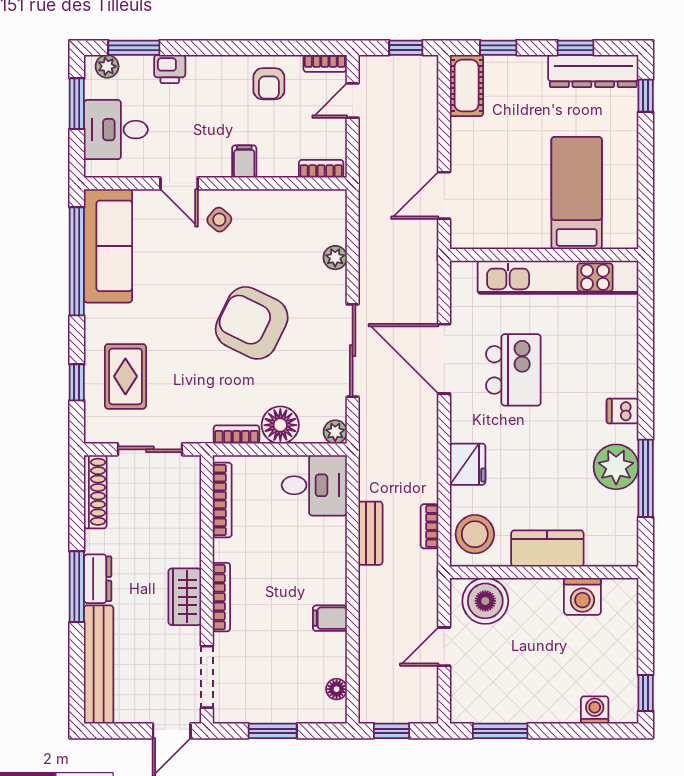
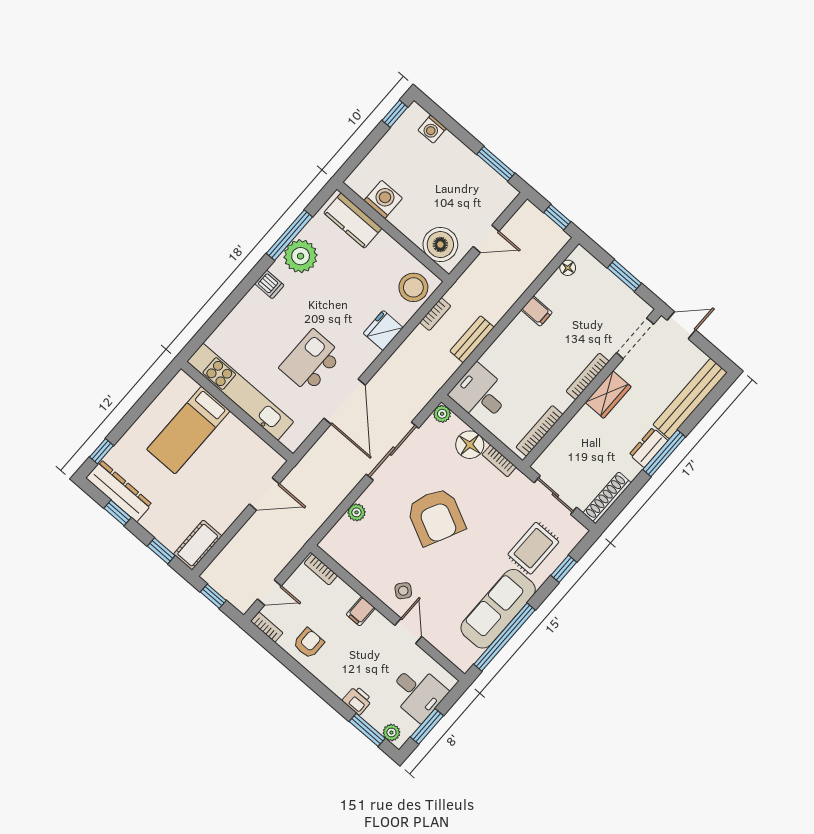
sofa: (108, 246) -> (498, 609), moved
kitchen counter: (547, 548) -> (353, 221), moved

